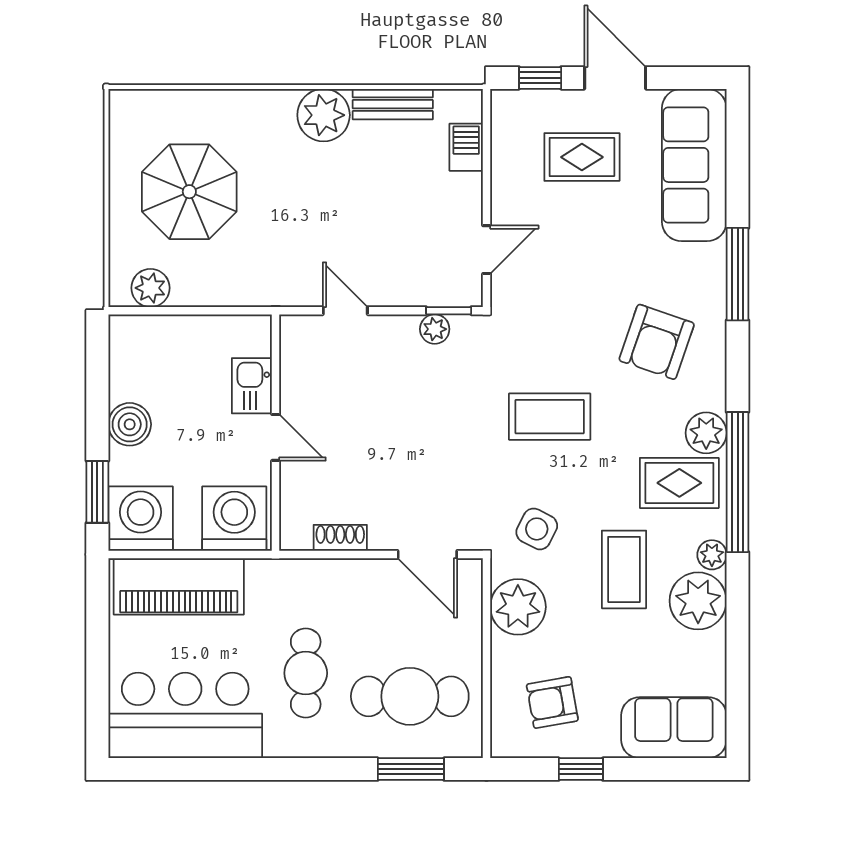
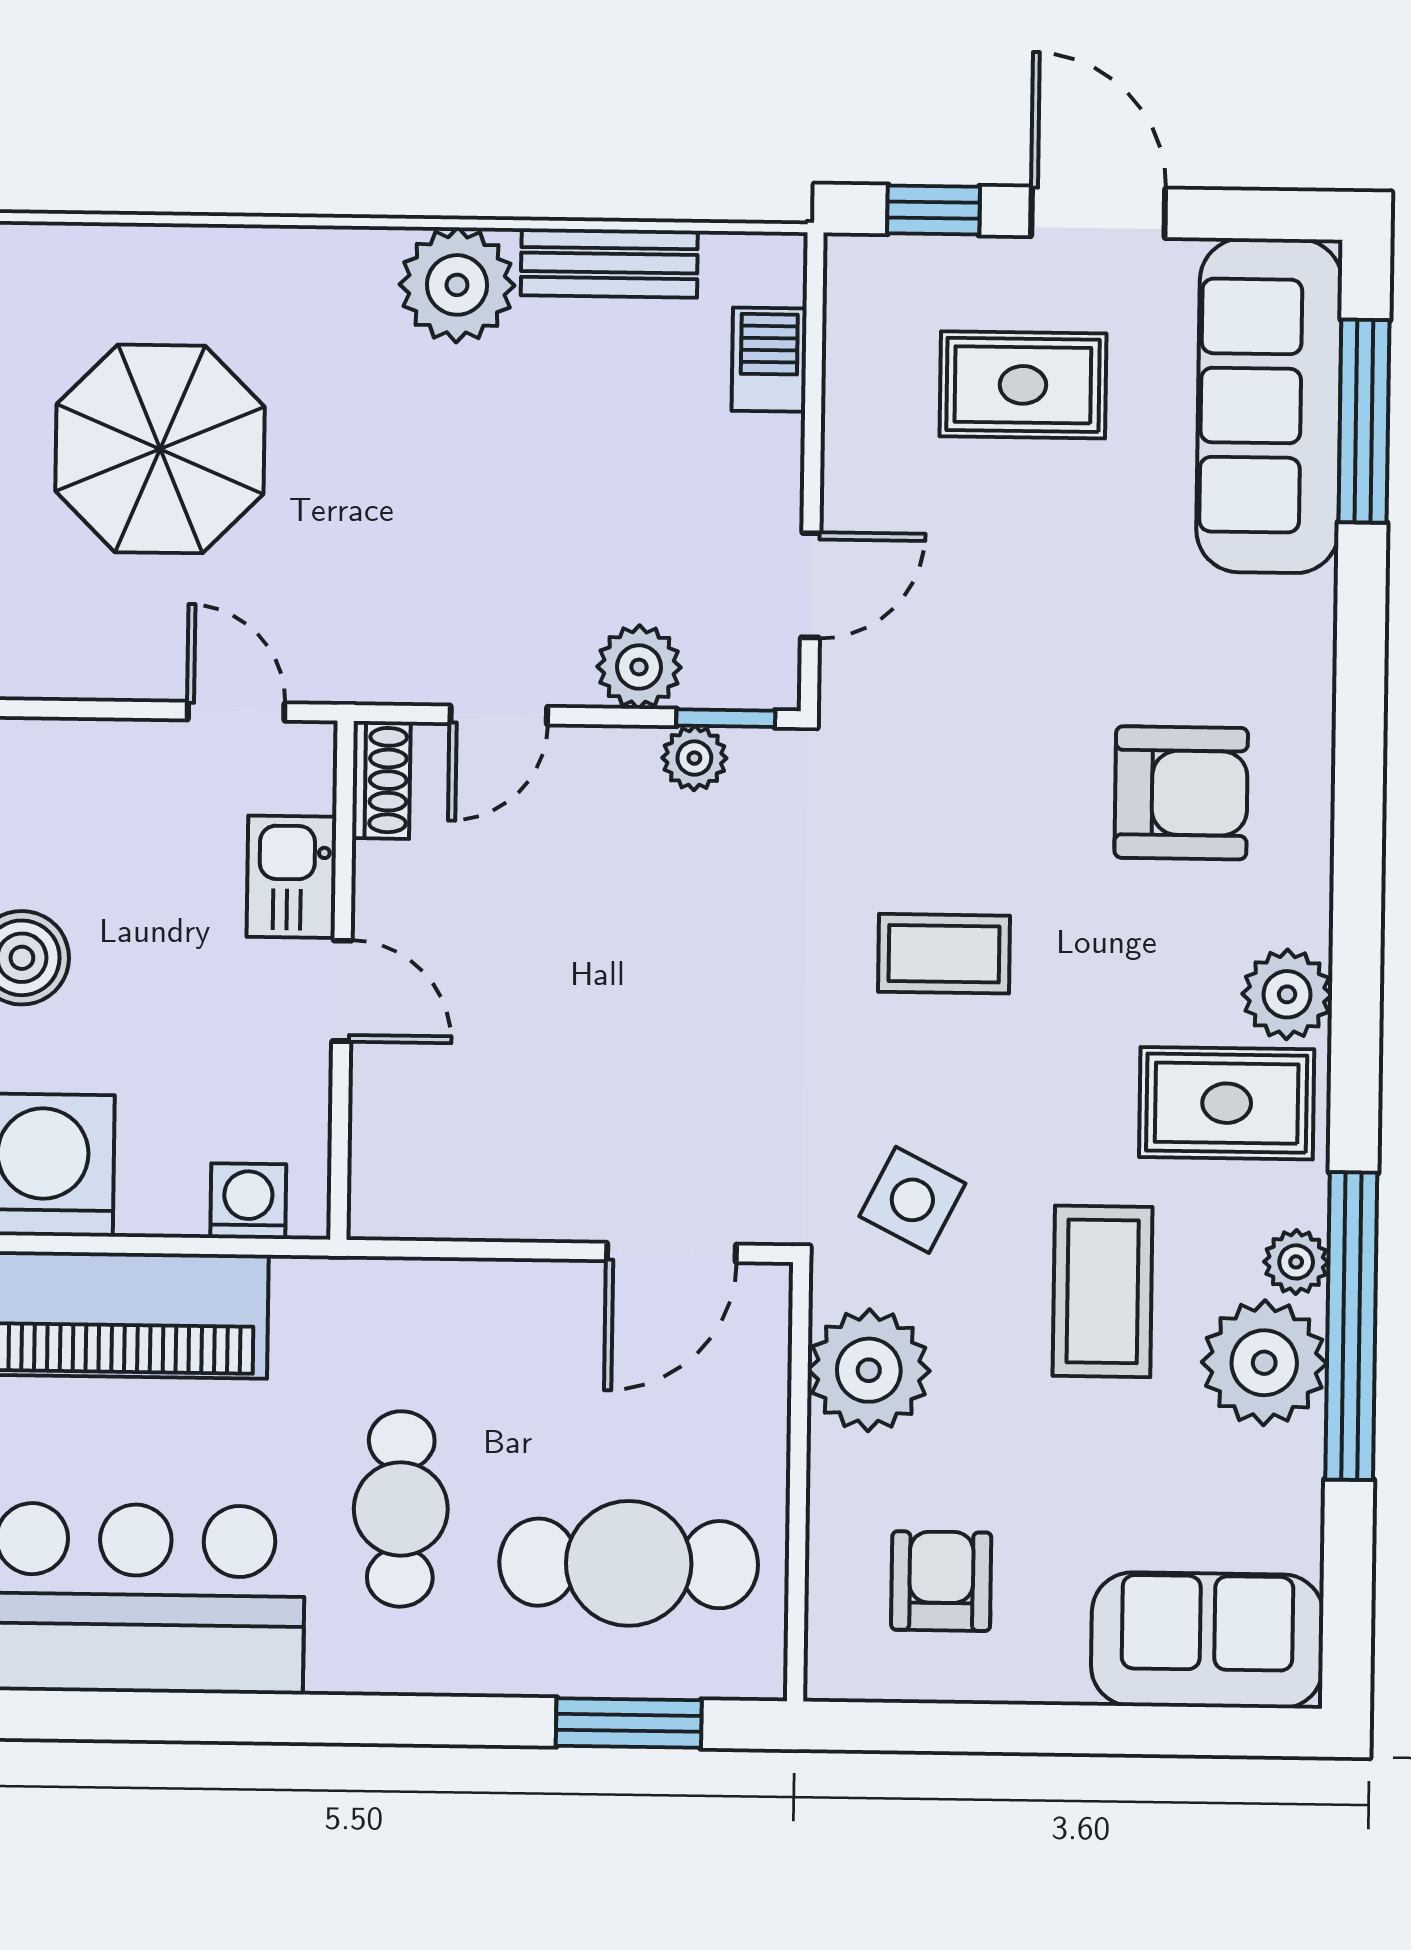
window: (738, 274) -> (1364, 421), moved
plant: (150, 288) -> (639, 667), moved
door: (226, 311) -> (236, 711), added
door: (345, 311) -> (499, 715), swing flipped
armchair: (657, 342) -> (1181, 793), turned -109
coffee table: (550, 417) -> (944, 954), width x0.73, depth x0.77
window: (738, 482) -> (1351, 1326), moved
washing machine: (234, 519) -> (248, 1201), width x0.53, depth x0.53
shoe rack: (340, 538) -> (381, 780), moved, turned 90
door: (427, 554) -> (671, 1252), hinge flipped
armchair: (552, 702) -> (941, 1581), turned 100
window: (581, 769) -> (1002, 1728), removed

